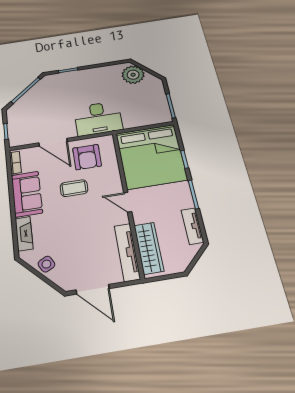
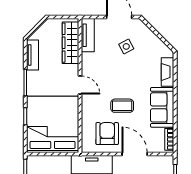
tv unit: (127, 252) -> (88, 35), width x0.71
side table: (46, 264) -> (126, 46), moved

